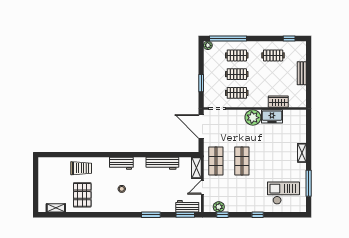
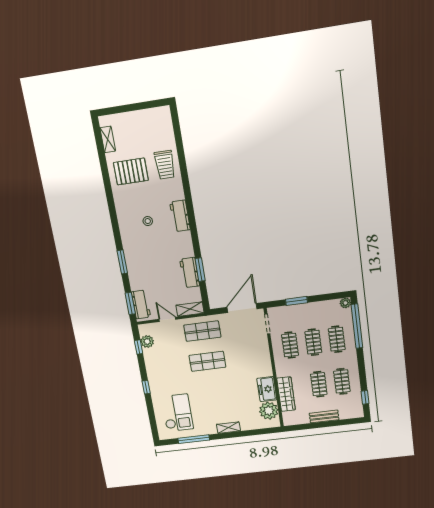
clothes rail: (273, 74) -> (319, 384), added
wardrobe: (278, 102) -> (286, 394), width x1.50
plant: (253, 118) -> (269, 411), moved
window: (166, 155) -> (200, 270), added
workbench: (162, 163) -> (190, 273), width x0.73

